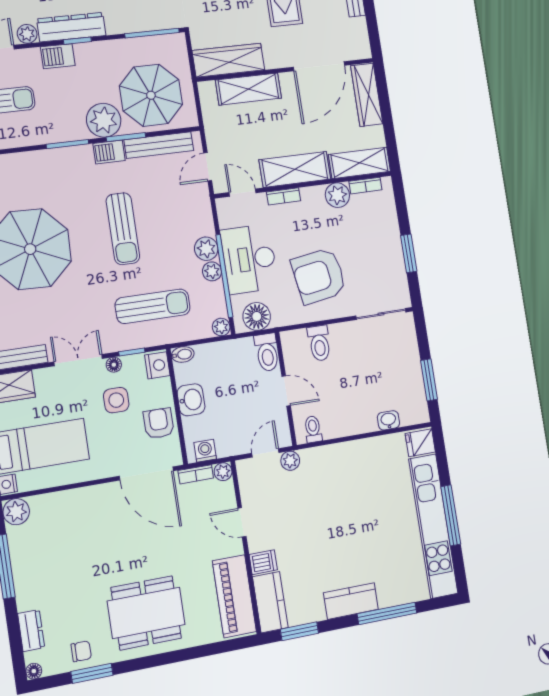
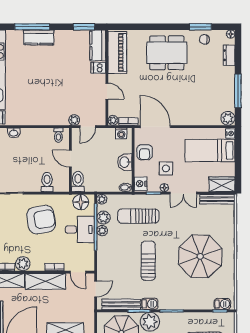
plant: (206, 249) -> (103, 218), moved
desk: (249, 259) -> (80, 230), width x0.73
kitchen counter: (351, 601) -> (39, 37), moved

